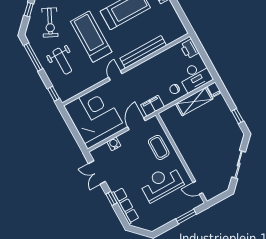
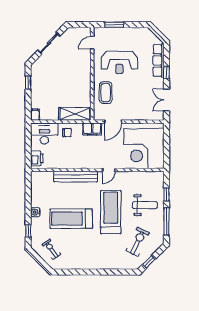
treadmill: (91, 37) -> (111, 212), turned 180
weight bench: (62, 61) -> (145, 205), turned 90
window: (54, 94) -> (167, 195), moved
shelving: (194, 101) -> (75, 114), moved
water cooler: (114, 144) -> (140, 116), removed
double door: (97, 172) -> (167, 100), swing flipped
door: (198, 188) -> (92, 43), swing flipped

